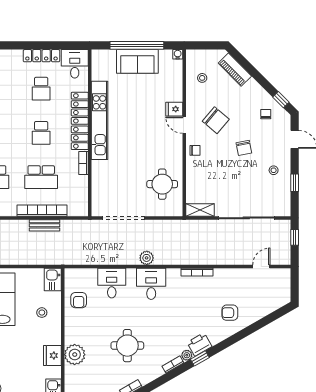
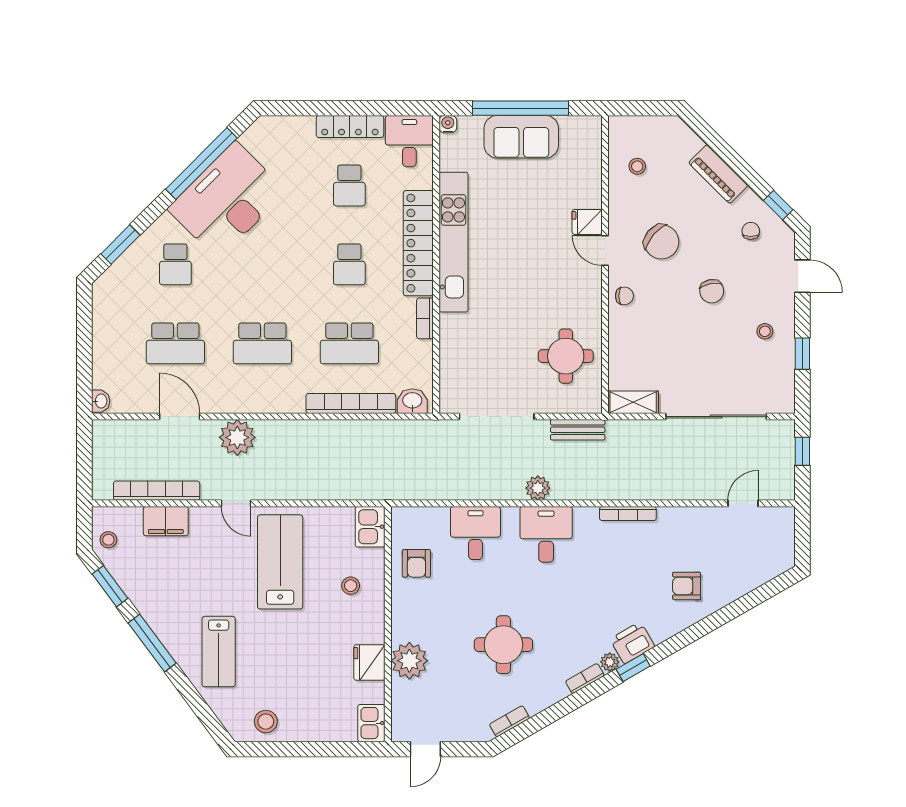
water cooler: (178, 54) -> (448, 124), moved
piano: (235, 70) -> (718, 174), moved
washbasin: (76, 209) -> (412, 401), added
bench: (44, 225) -> (578, 430), moved

